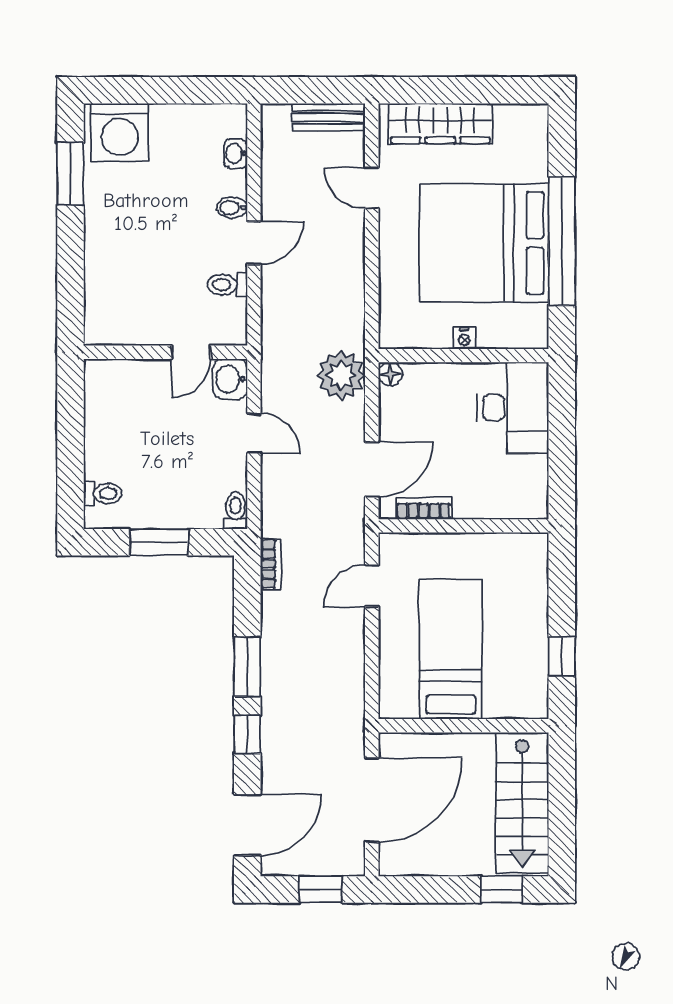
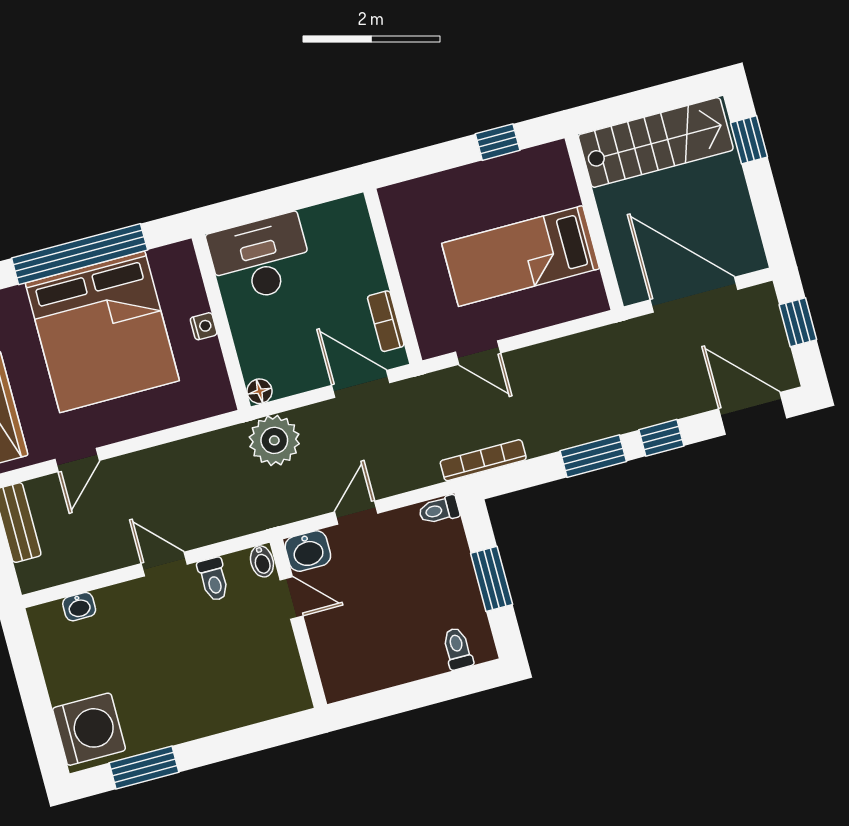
bidet: (232, 208) -> (262, 561), moved
bookcase: (271, 564) -> (483, 460), width x1.56

